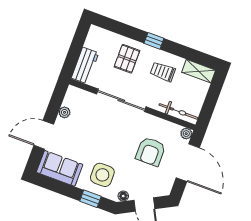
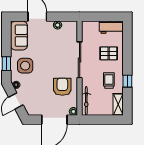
window: (154, 41) -> (127, 81), moved
workbench: (85, 65) -> (111, 27), moved
armchair: (151, 152) -> (62, 87), moved, turned 90

